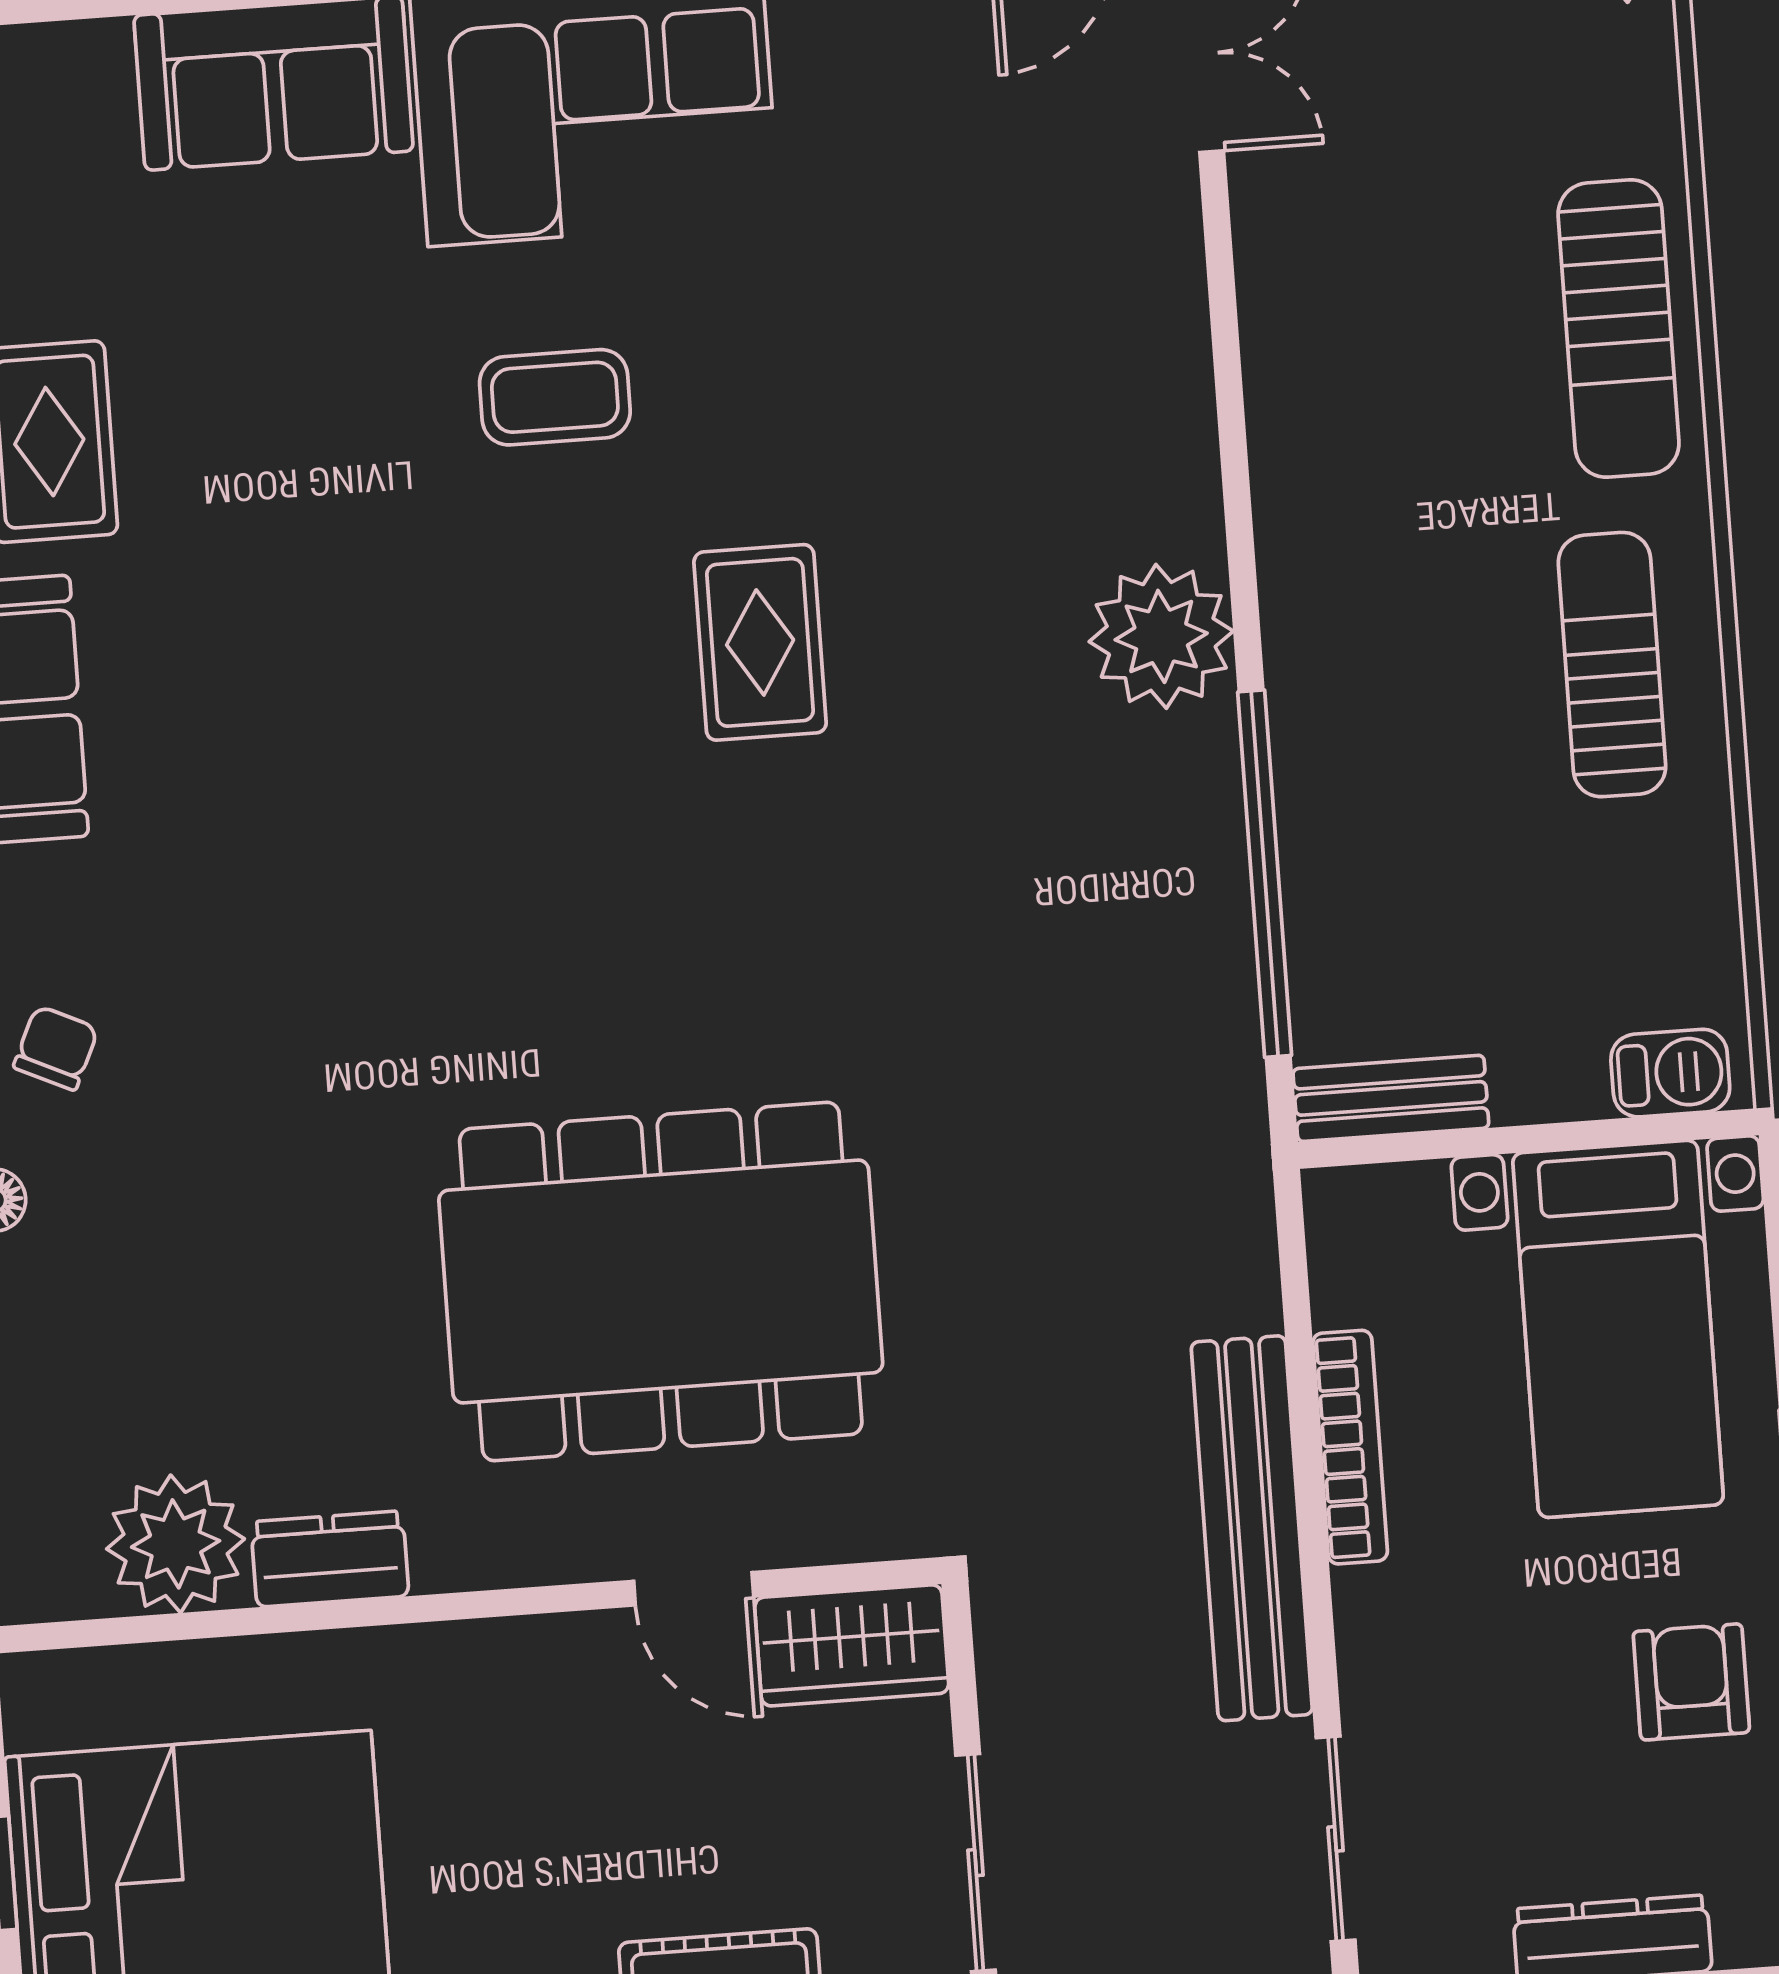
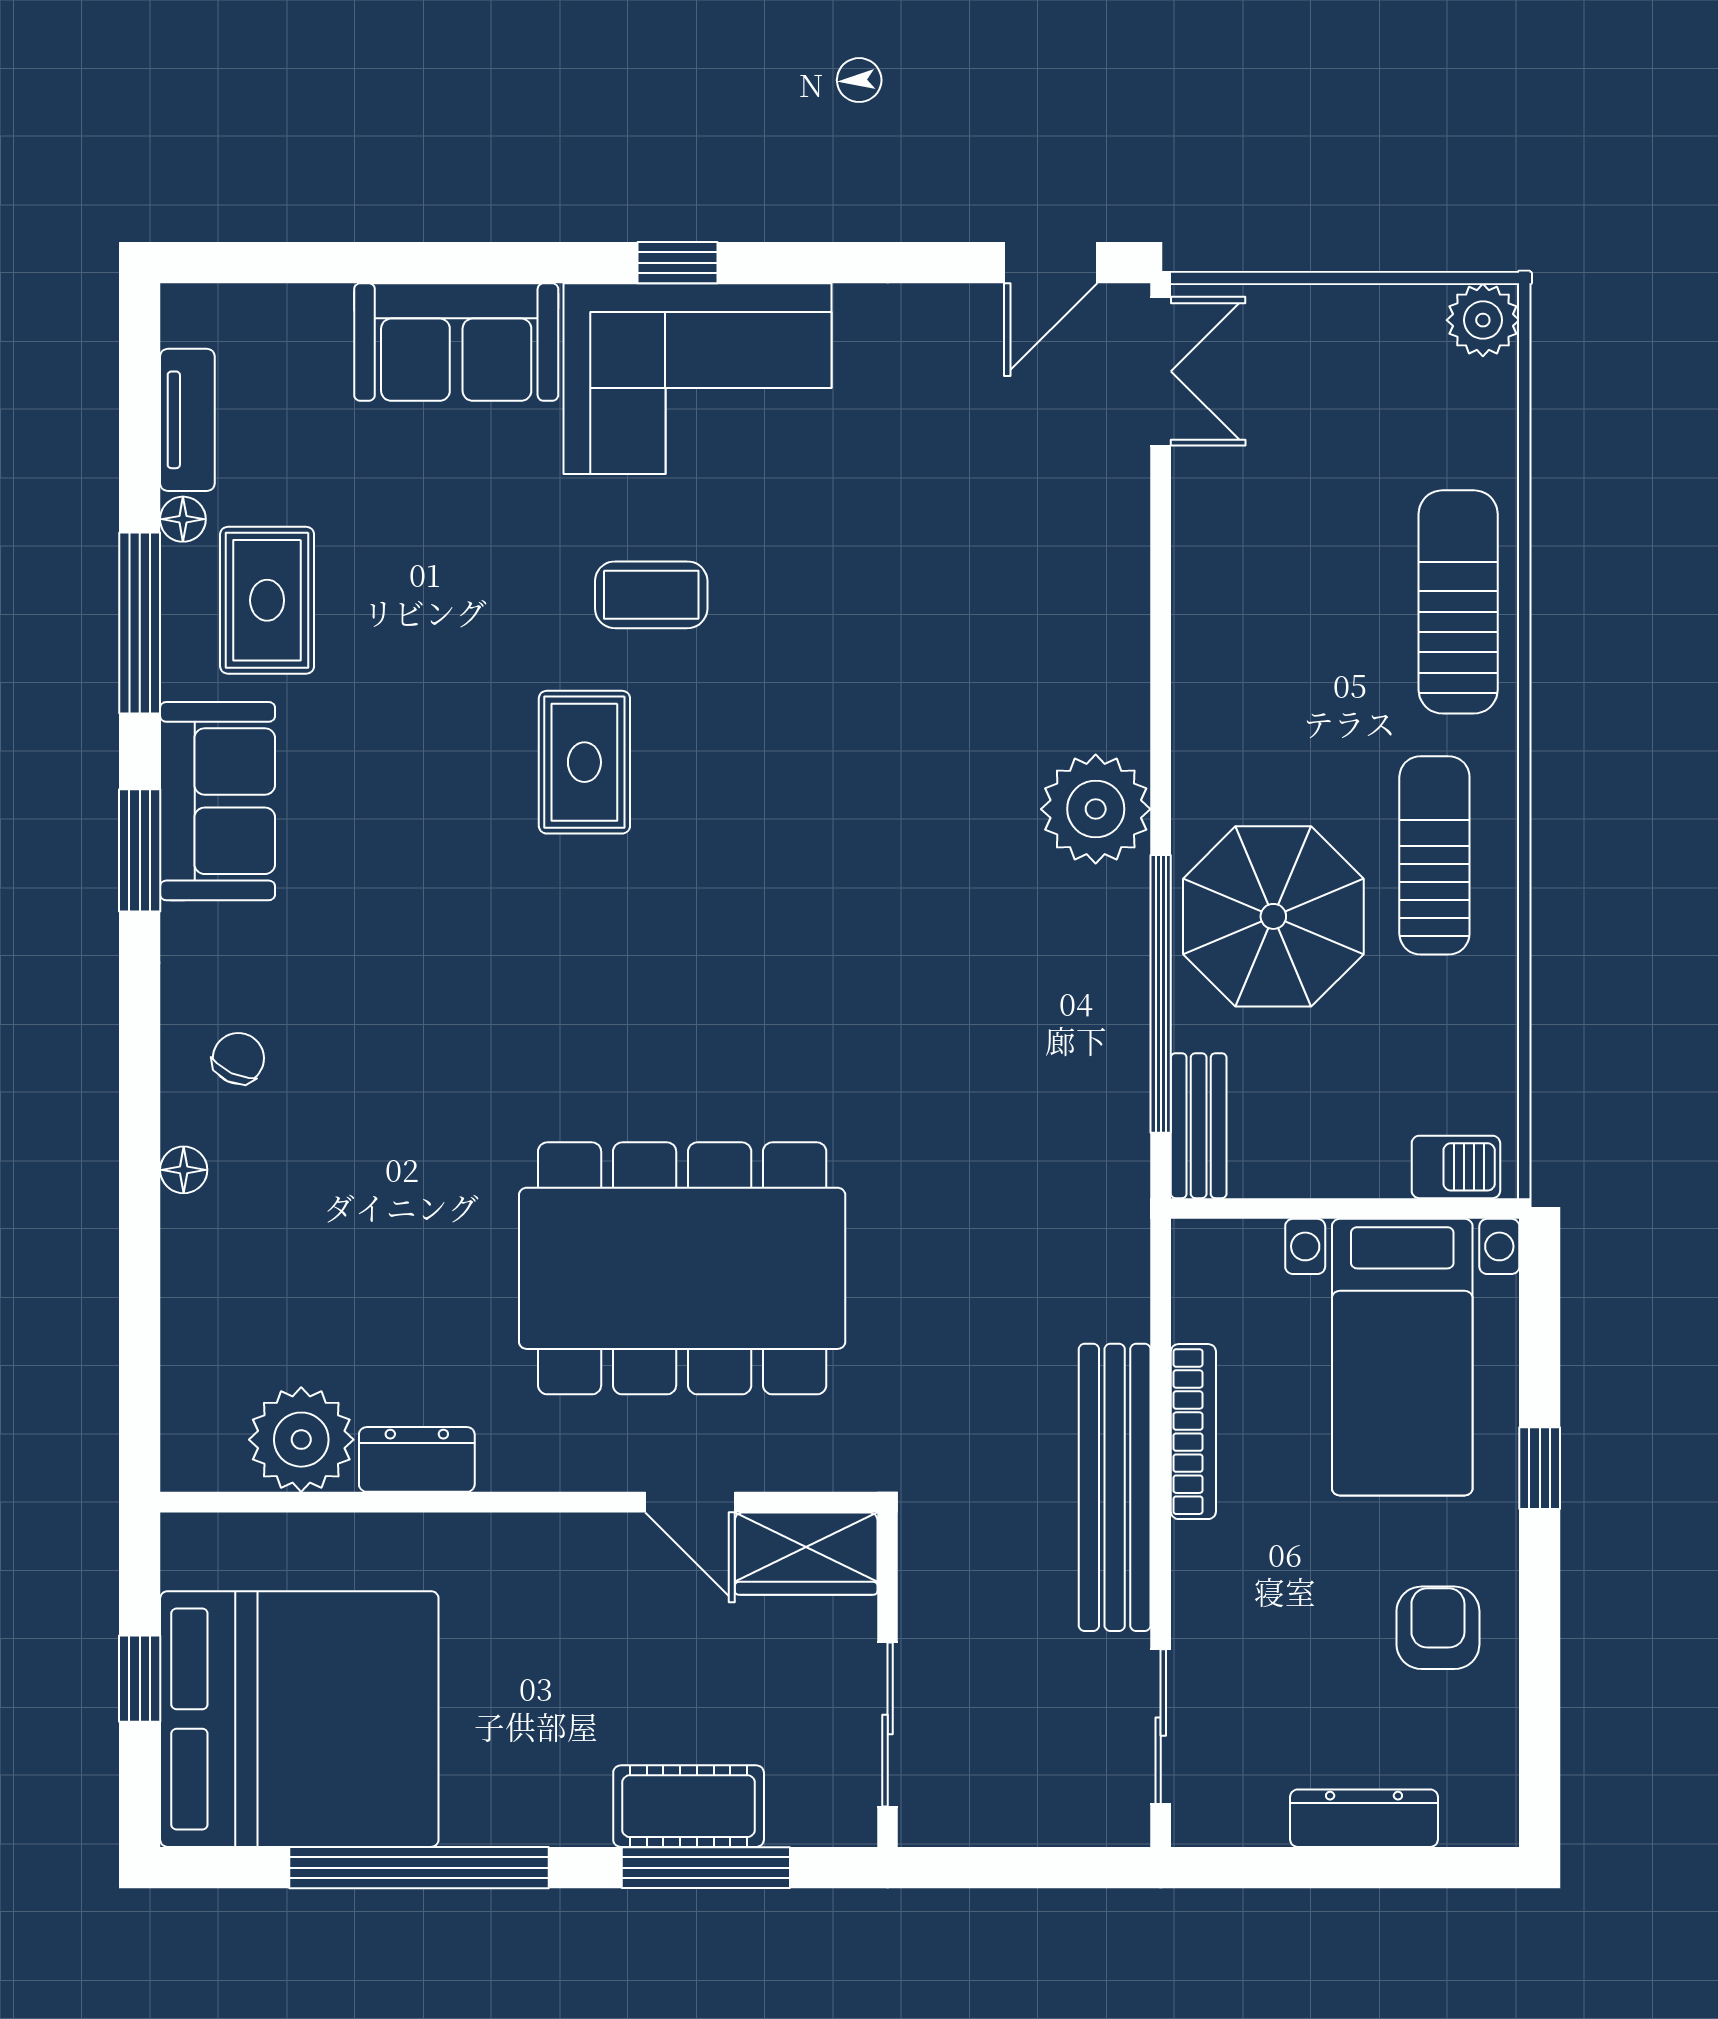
sun lounger: (1619, 329) -> (1458, 602), turned 180
rug: (760, 642) -> (584, 762), moved
parasol: (1406, 761) -> (1273, 916), added
bench: (1391, 1098) -> (1199, 1126), moved, turned 90

